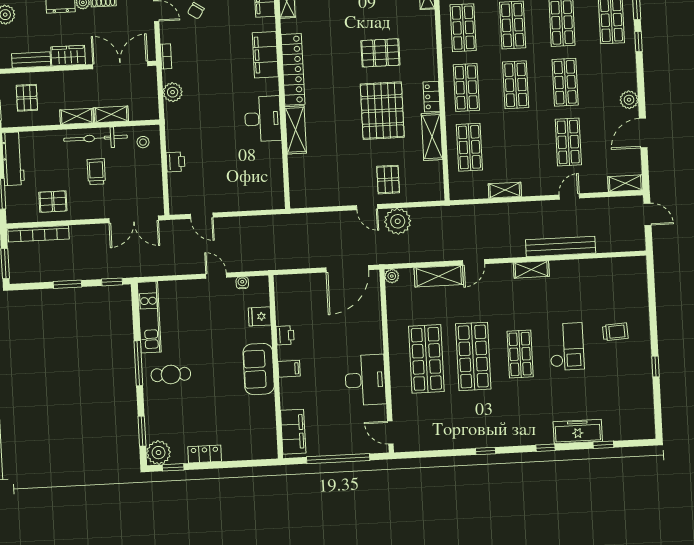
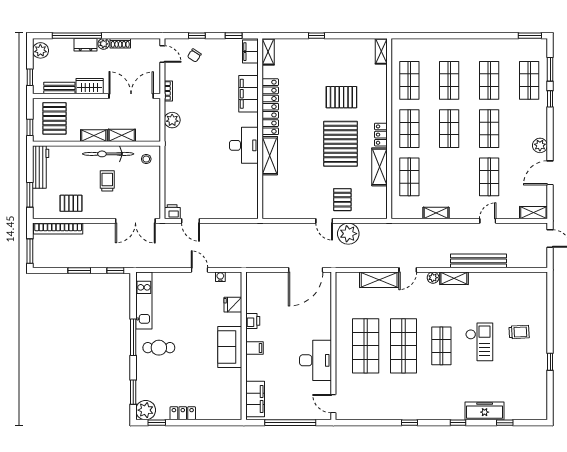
pallet: (27, 98) -> (54, 118), width x1.50, depth x1.42
printer: (175, 162) -> (172, 212), moved, turned -90
plant: (392, 276) -> (433, 278), moved

